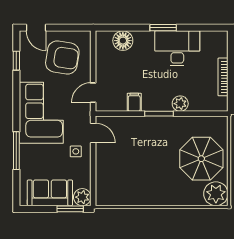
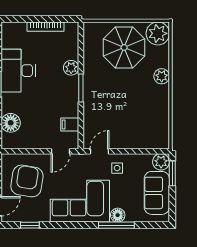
door: (93, 93) -> (61, 151), hinge flipped
filing cabinet: (134, 102) -> (70, 124), moved
floor lamp: (27, 152) -> (118, 215), added
plant: (171, 198) -> (162, 76), added

